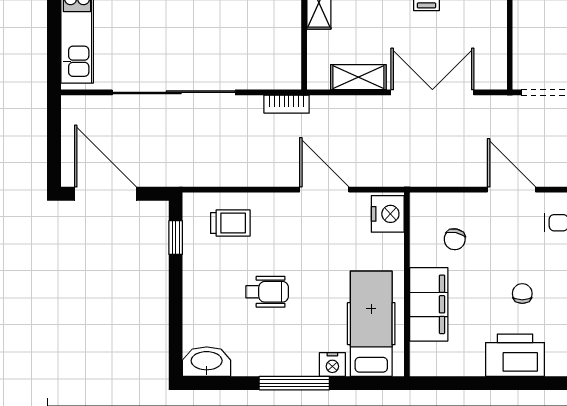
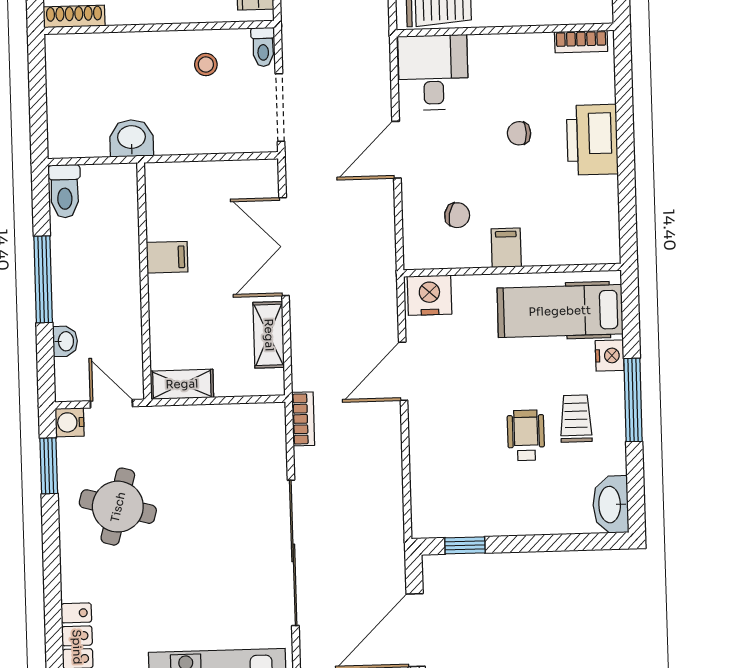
trolley: (230, 223) -> (576, 419), moved
filing cabinet: (429, 304) -> (506, 248), width x0.33, depth x0.86

